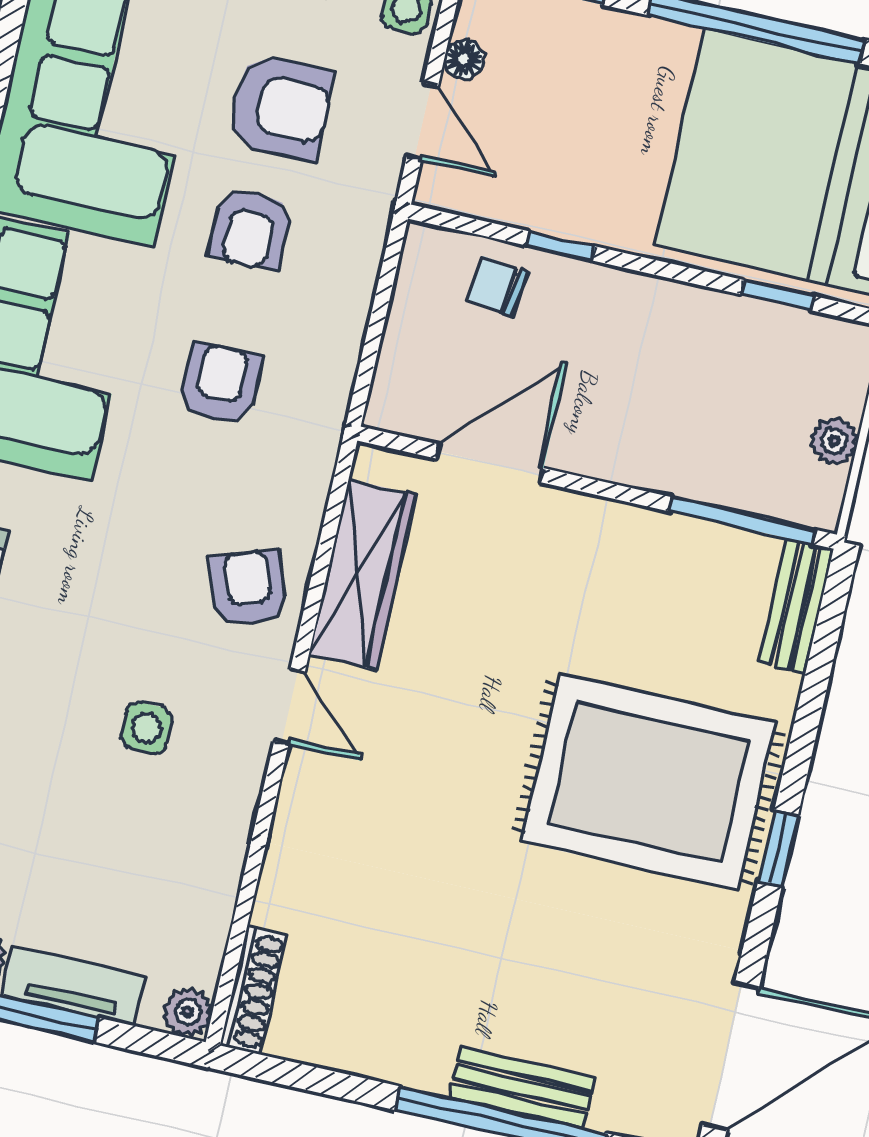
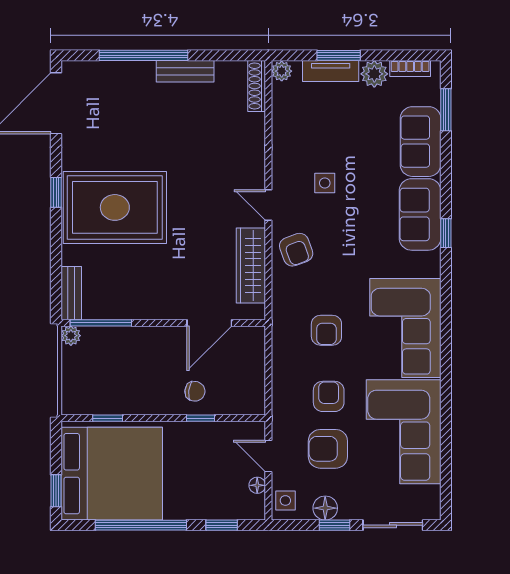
chair: (497, 286) -> (195, 391), moved
plant: (834, 441) -> (71, 336), moved
bench: (522, 1087) -> (185, 71), moved

